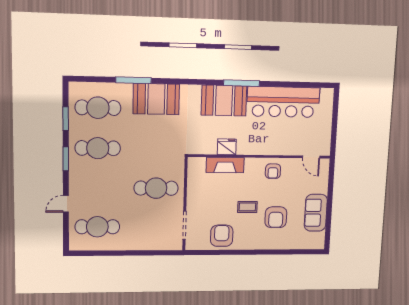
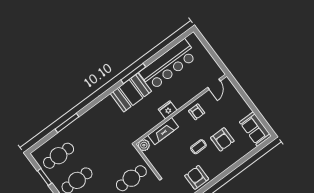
booth: (156, 99) -> (89, 124), removed
fridge: (227, 147) -> (168, 110), moved
door: (311, 157) -> (214, 84), hinge flipped
plant: (195, 164) -> (144, 145), added
sofa: (316, 213) -> (255, 129), moved

